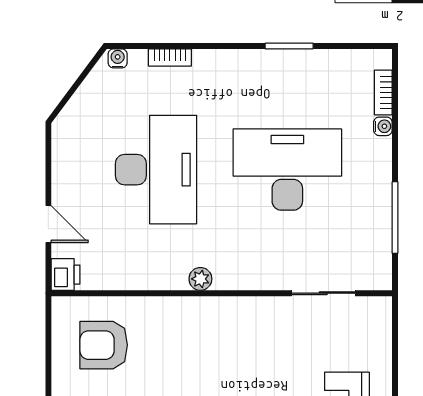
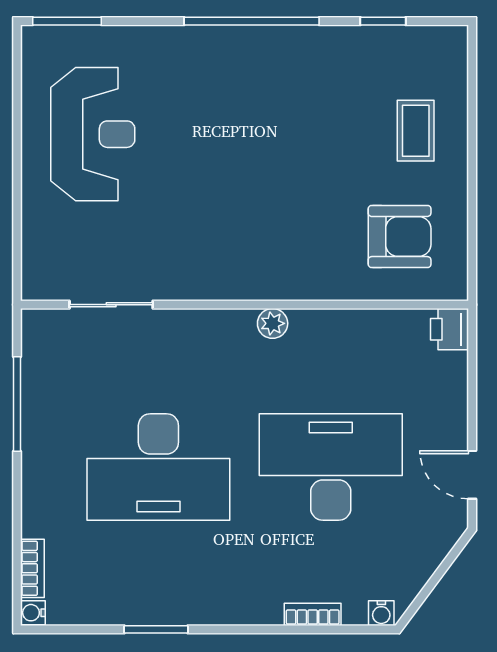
water cooler: (383, 126) -> (33, 613), moved
desk: (156, 170) -> (331, 467), turned 90
door: (48, 224) -> (472, 475), moved

